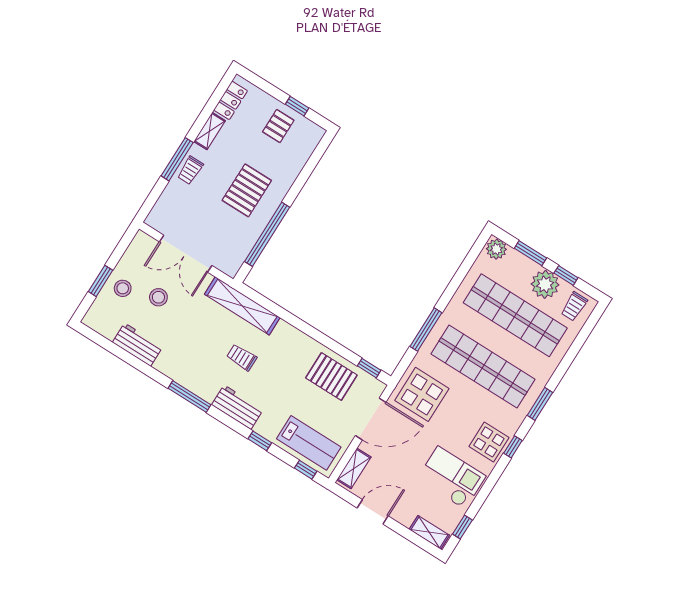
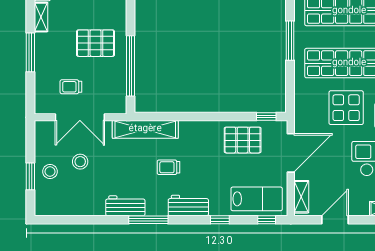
trolley: (190, 170) -> (71, 87), moved, turned 90
pallet: (247, 190) -> (95, 43), turned 90
window: (426, 330) -> (290, 41), moved
workbench: (138, 345) -> (125, 206), moved
display table: (422, 394) -> (346, 108), moved

